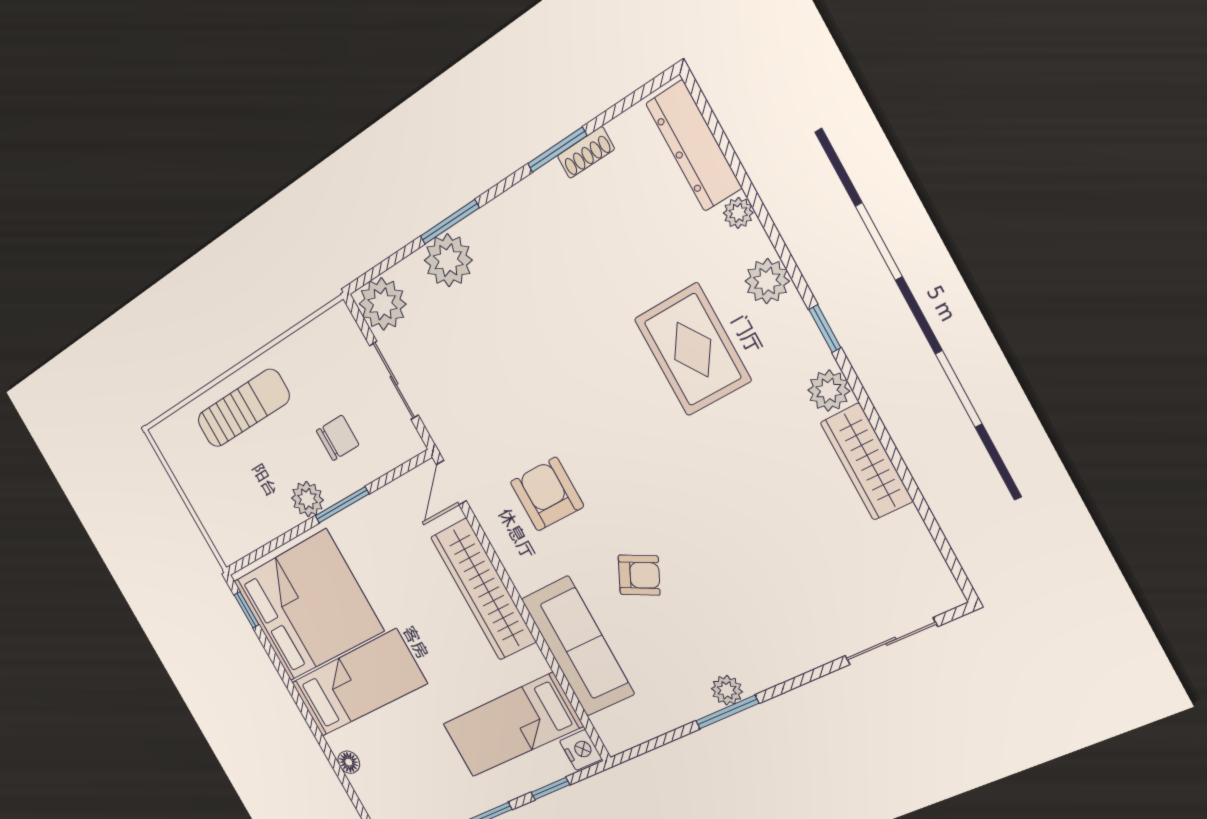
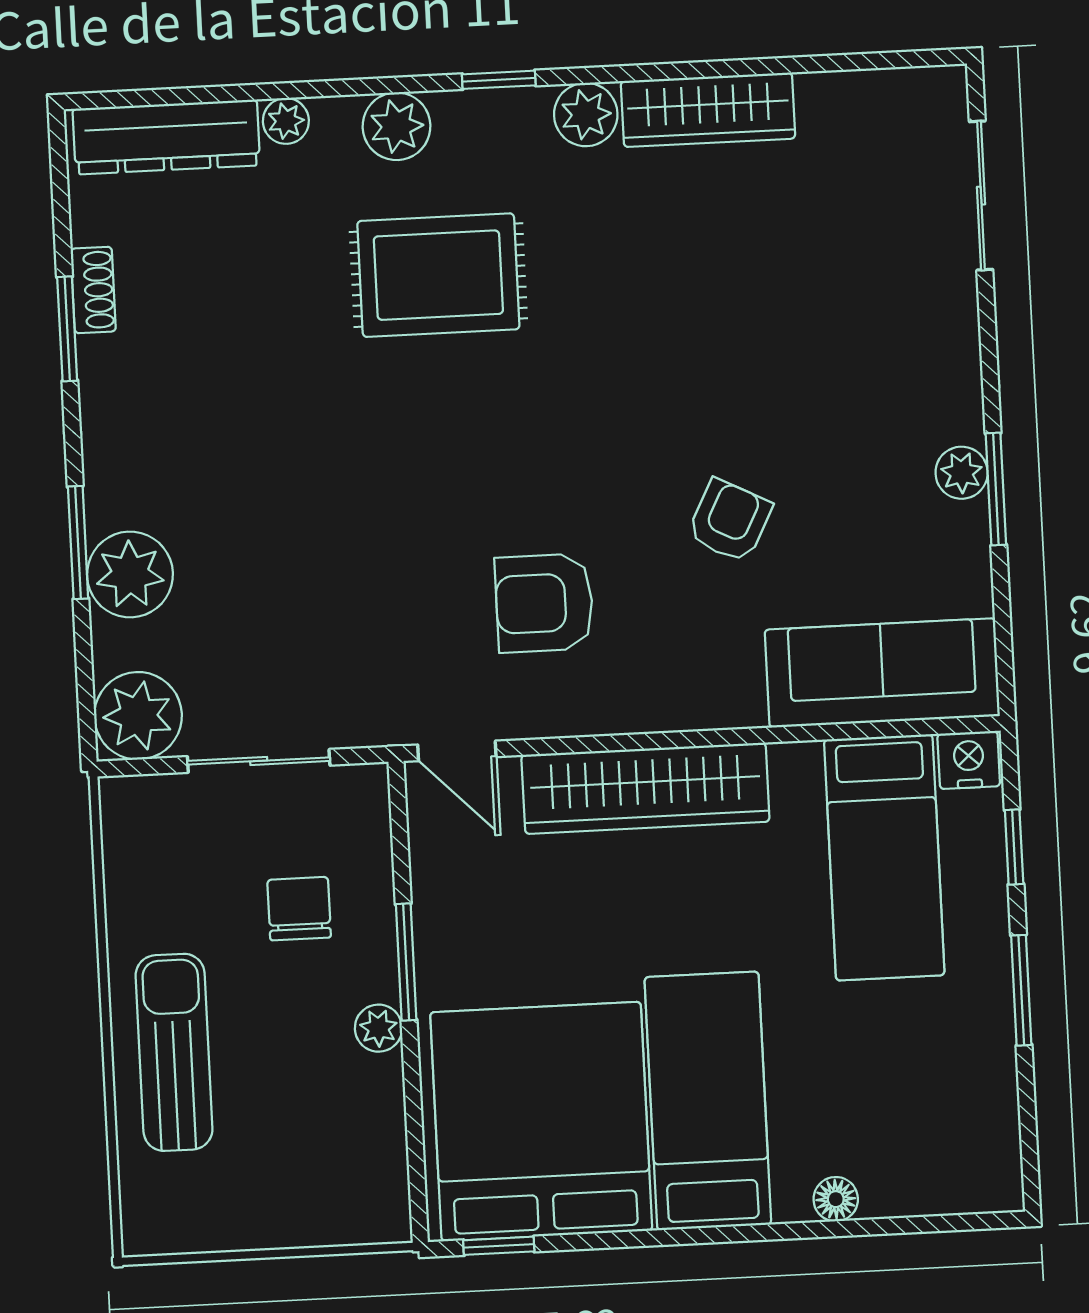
plant: (307, 499) -> (379, 1028), width x0.73, depth x0.73
sofa: (578, 646) -> (882, 673), moved

